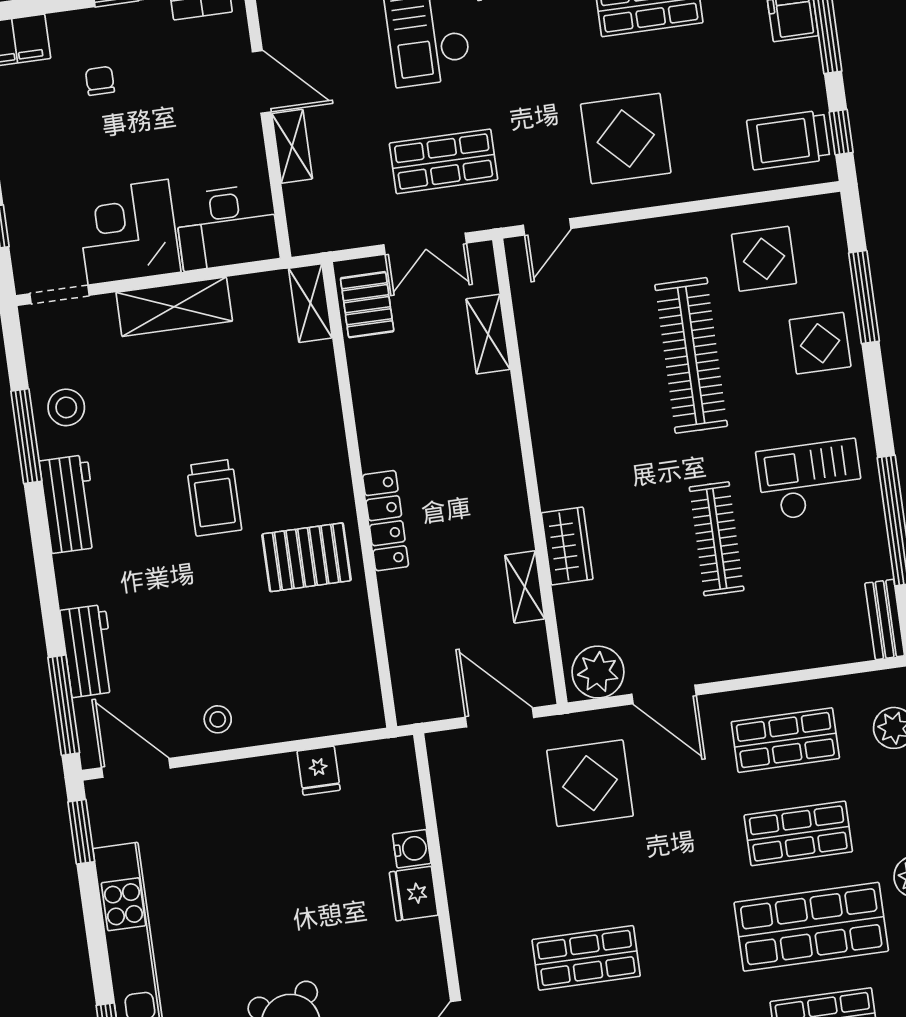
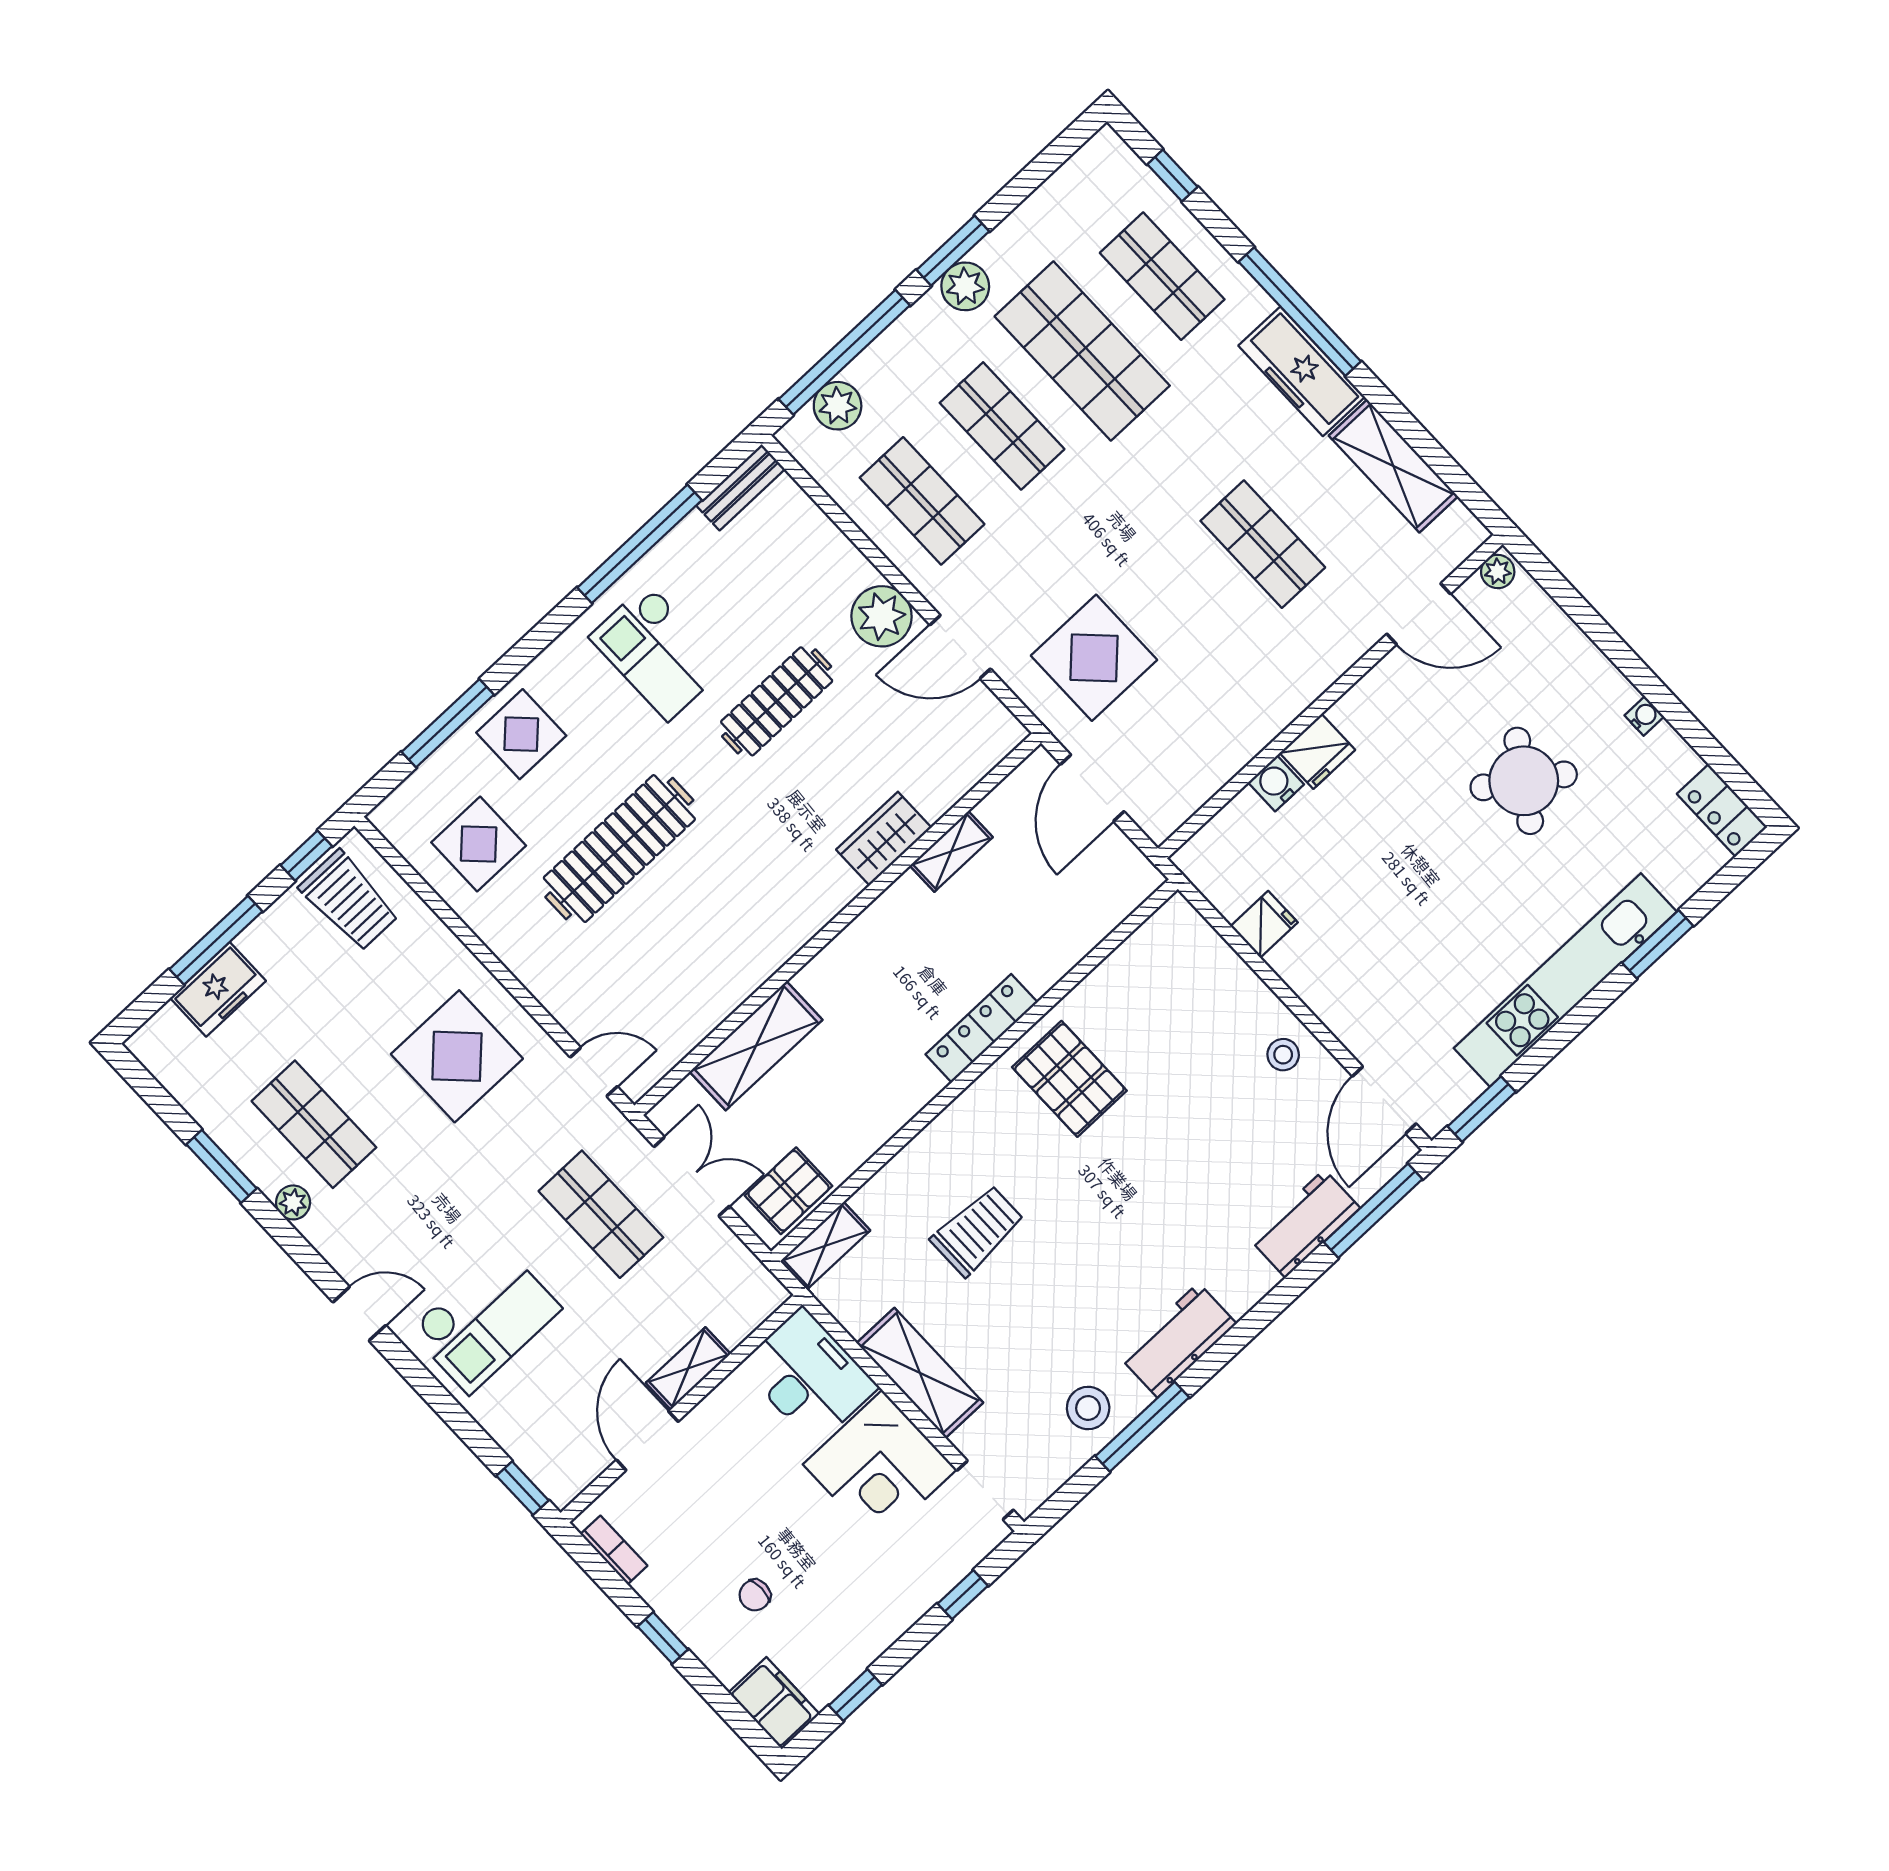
shelving: (488, 334) -> (756, 1046), width x1.50, depth x1.33
trolley: (214, 498) -> (977, 1231), moved
plant: (598, 672) -> (882, 616), moved
door: (664, 695) -> (960, 647), swing flipped

